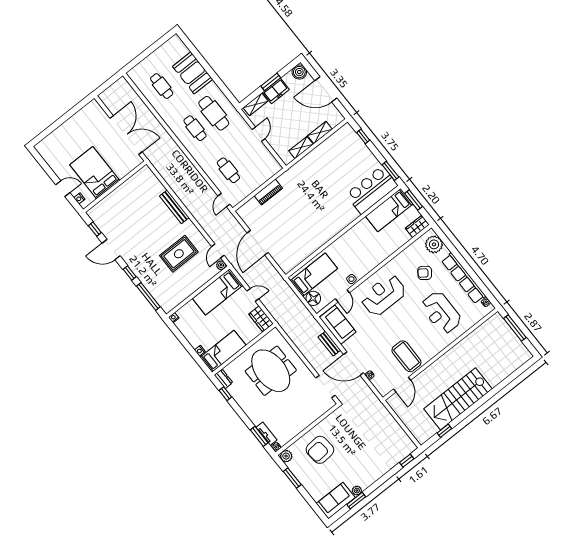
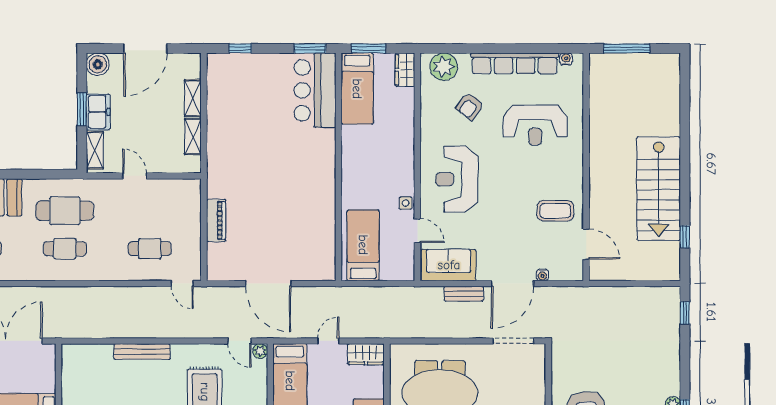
floor lamp: (313, 298) -> (392, 269), removed
coffee table: (406, 356) -> (555, 211), width x0.73, depth x0.76

